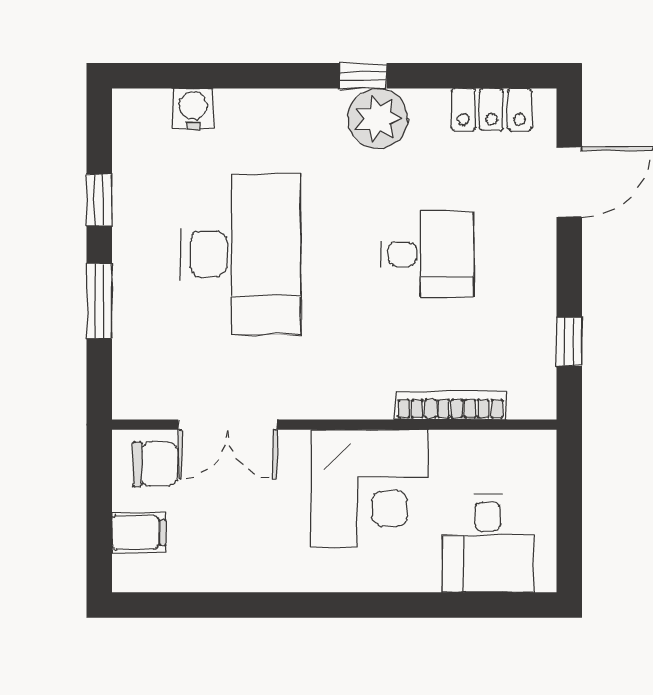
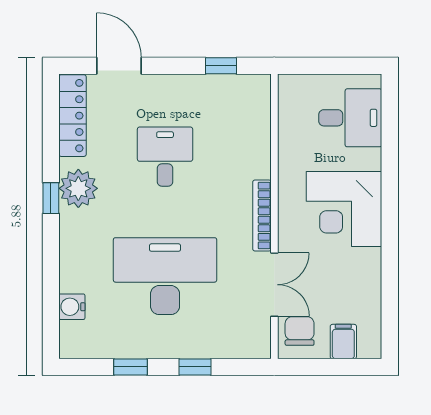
locker: (491, 110) -> (73, 116), width x1.53
window: (99, 301) -> (195, 367), width x0.67
bookcase: (450, 405) -> (262, 216), moved
corner desk: (370, 489) -> (344, 209), moved, turned 180

